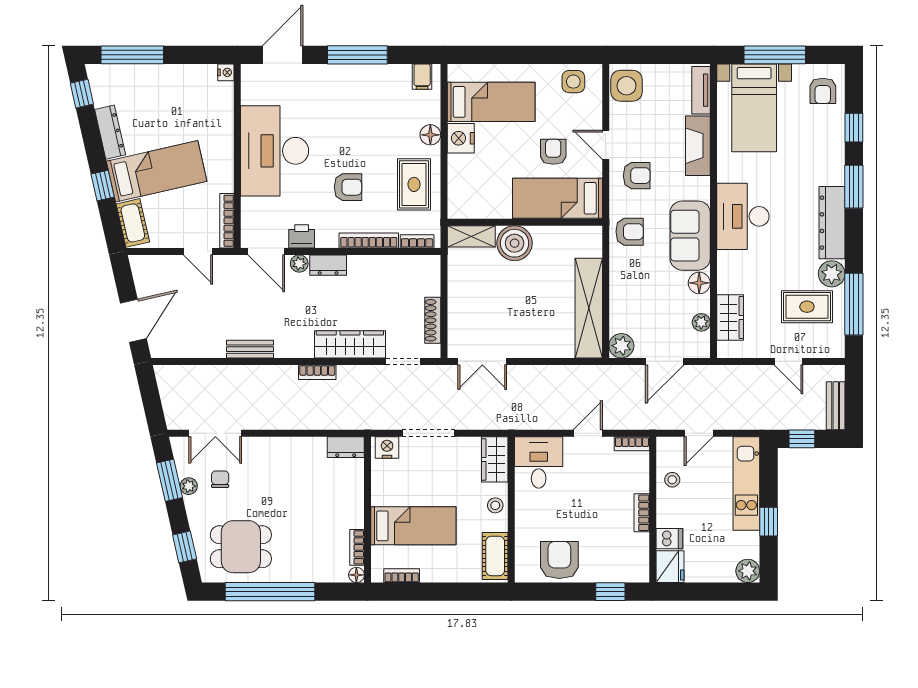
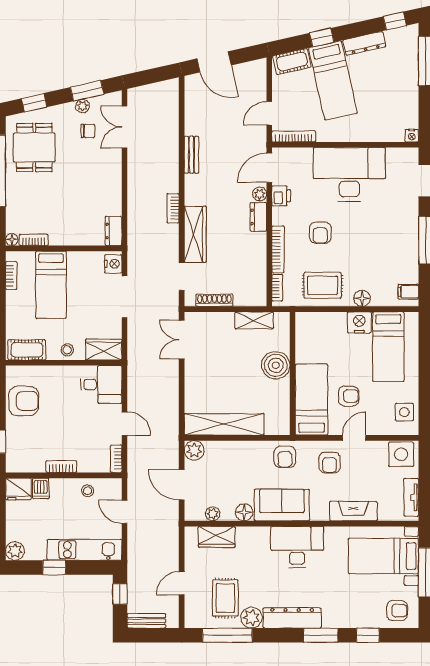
tv unit: (701, 90) -> (411, 497), moved, turned -90
armchair: (823, 91) -> (397, 611), turned 180
shelving: (471, 236) -> (254, 320), moved, turned 90

